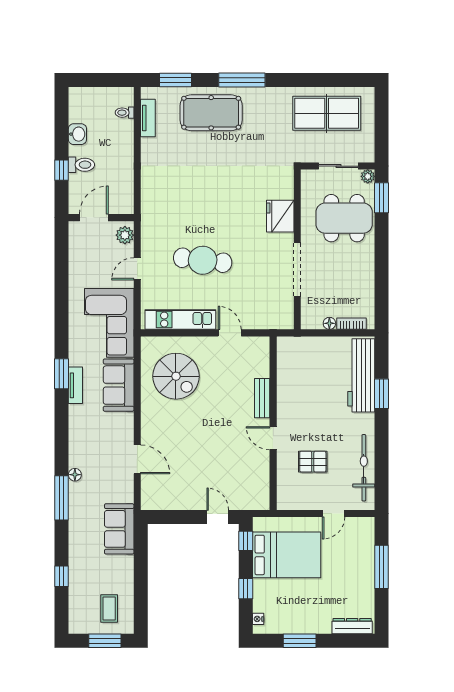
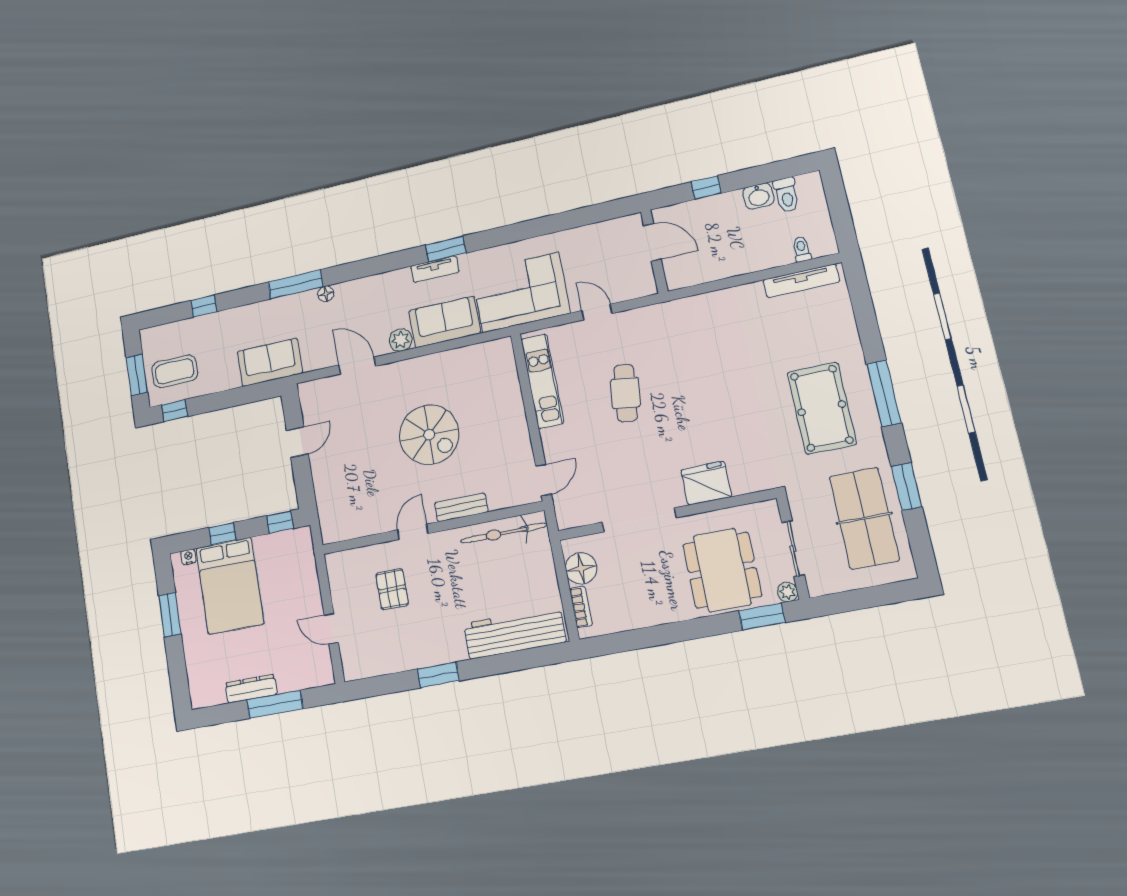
window: (176, 80) -> (907, 487), moved
pool table: (211, 113) -> (822, 408), moved
tv unit: (148, 118) -> (801, 281), width x1.41
toilet: (81, 165) -> (786, 195), moved
plant: (125, 235) -> (401, 340), moved
cafe table: (203, 260) -> (626, 393), width x0.73, depth x0.74
floor lamp: (329, 323) -> (581, 568), width x1.89, depth x1.89
door: (230, 333) -> (544, 480), moved
spiral stairs: (176, 376) -> (429, 435), moved, turned -90
window: (382, 394) -> (438, 675), moved
door: (137, 459) -> (357, 366), swing flipped
bicycle: (364, 468) -> (504, 533), moved, turned 180
door: (218, 517) -> (297, 442), moved
bed: (287, 555) -> (230, 586), moved
coffee table: (109, 609) -> (175, 371), width x1.36, depth x1.30
window: (141, 613) -> (175, 411), added
dresser: (352, 626) -> (251, 689), moved, turned -90

